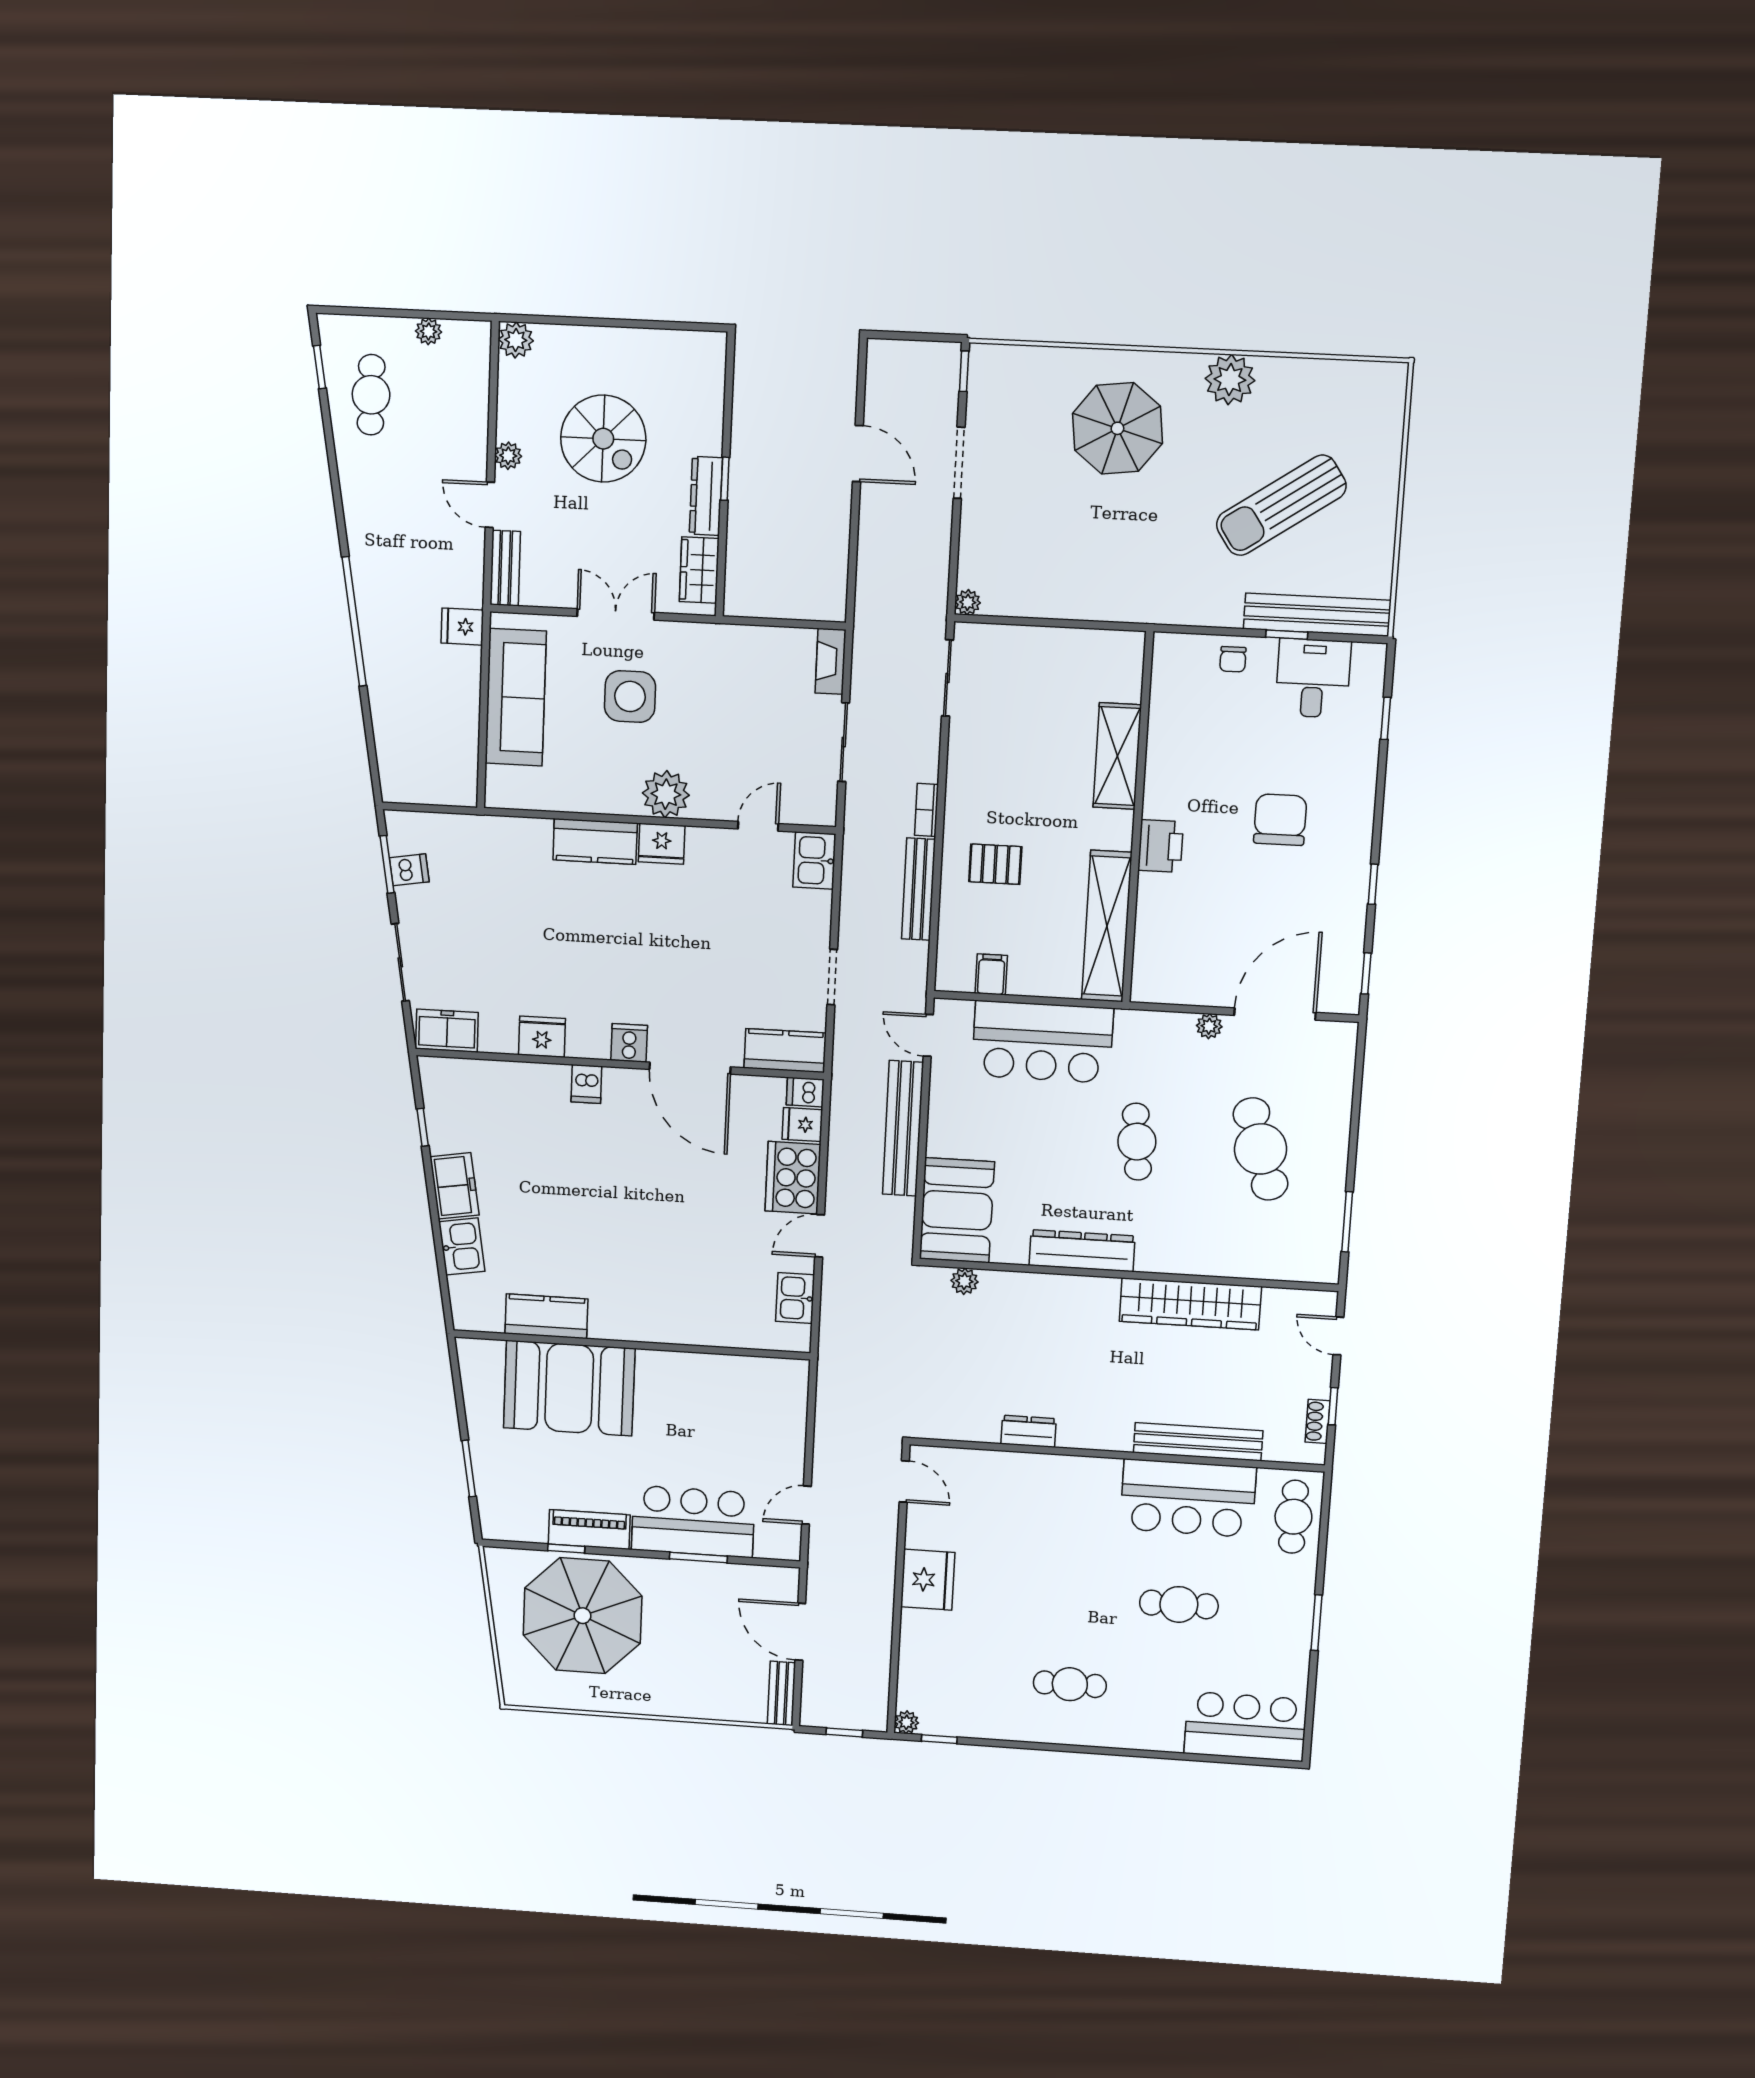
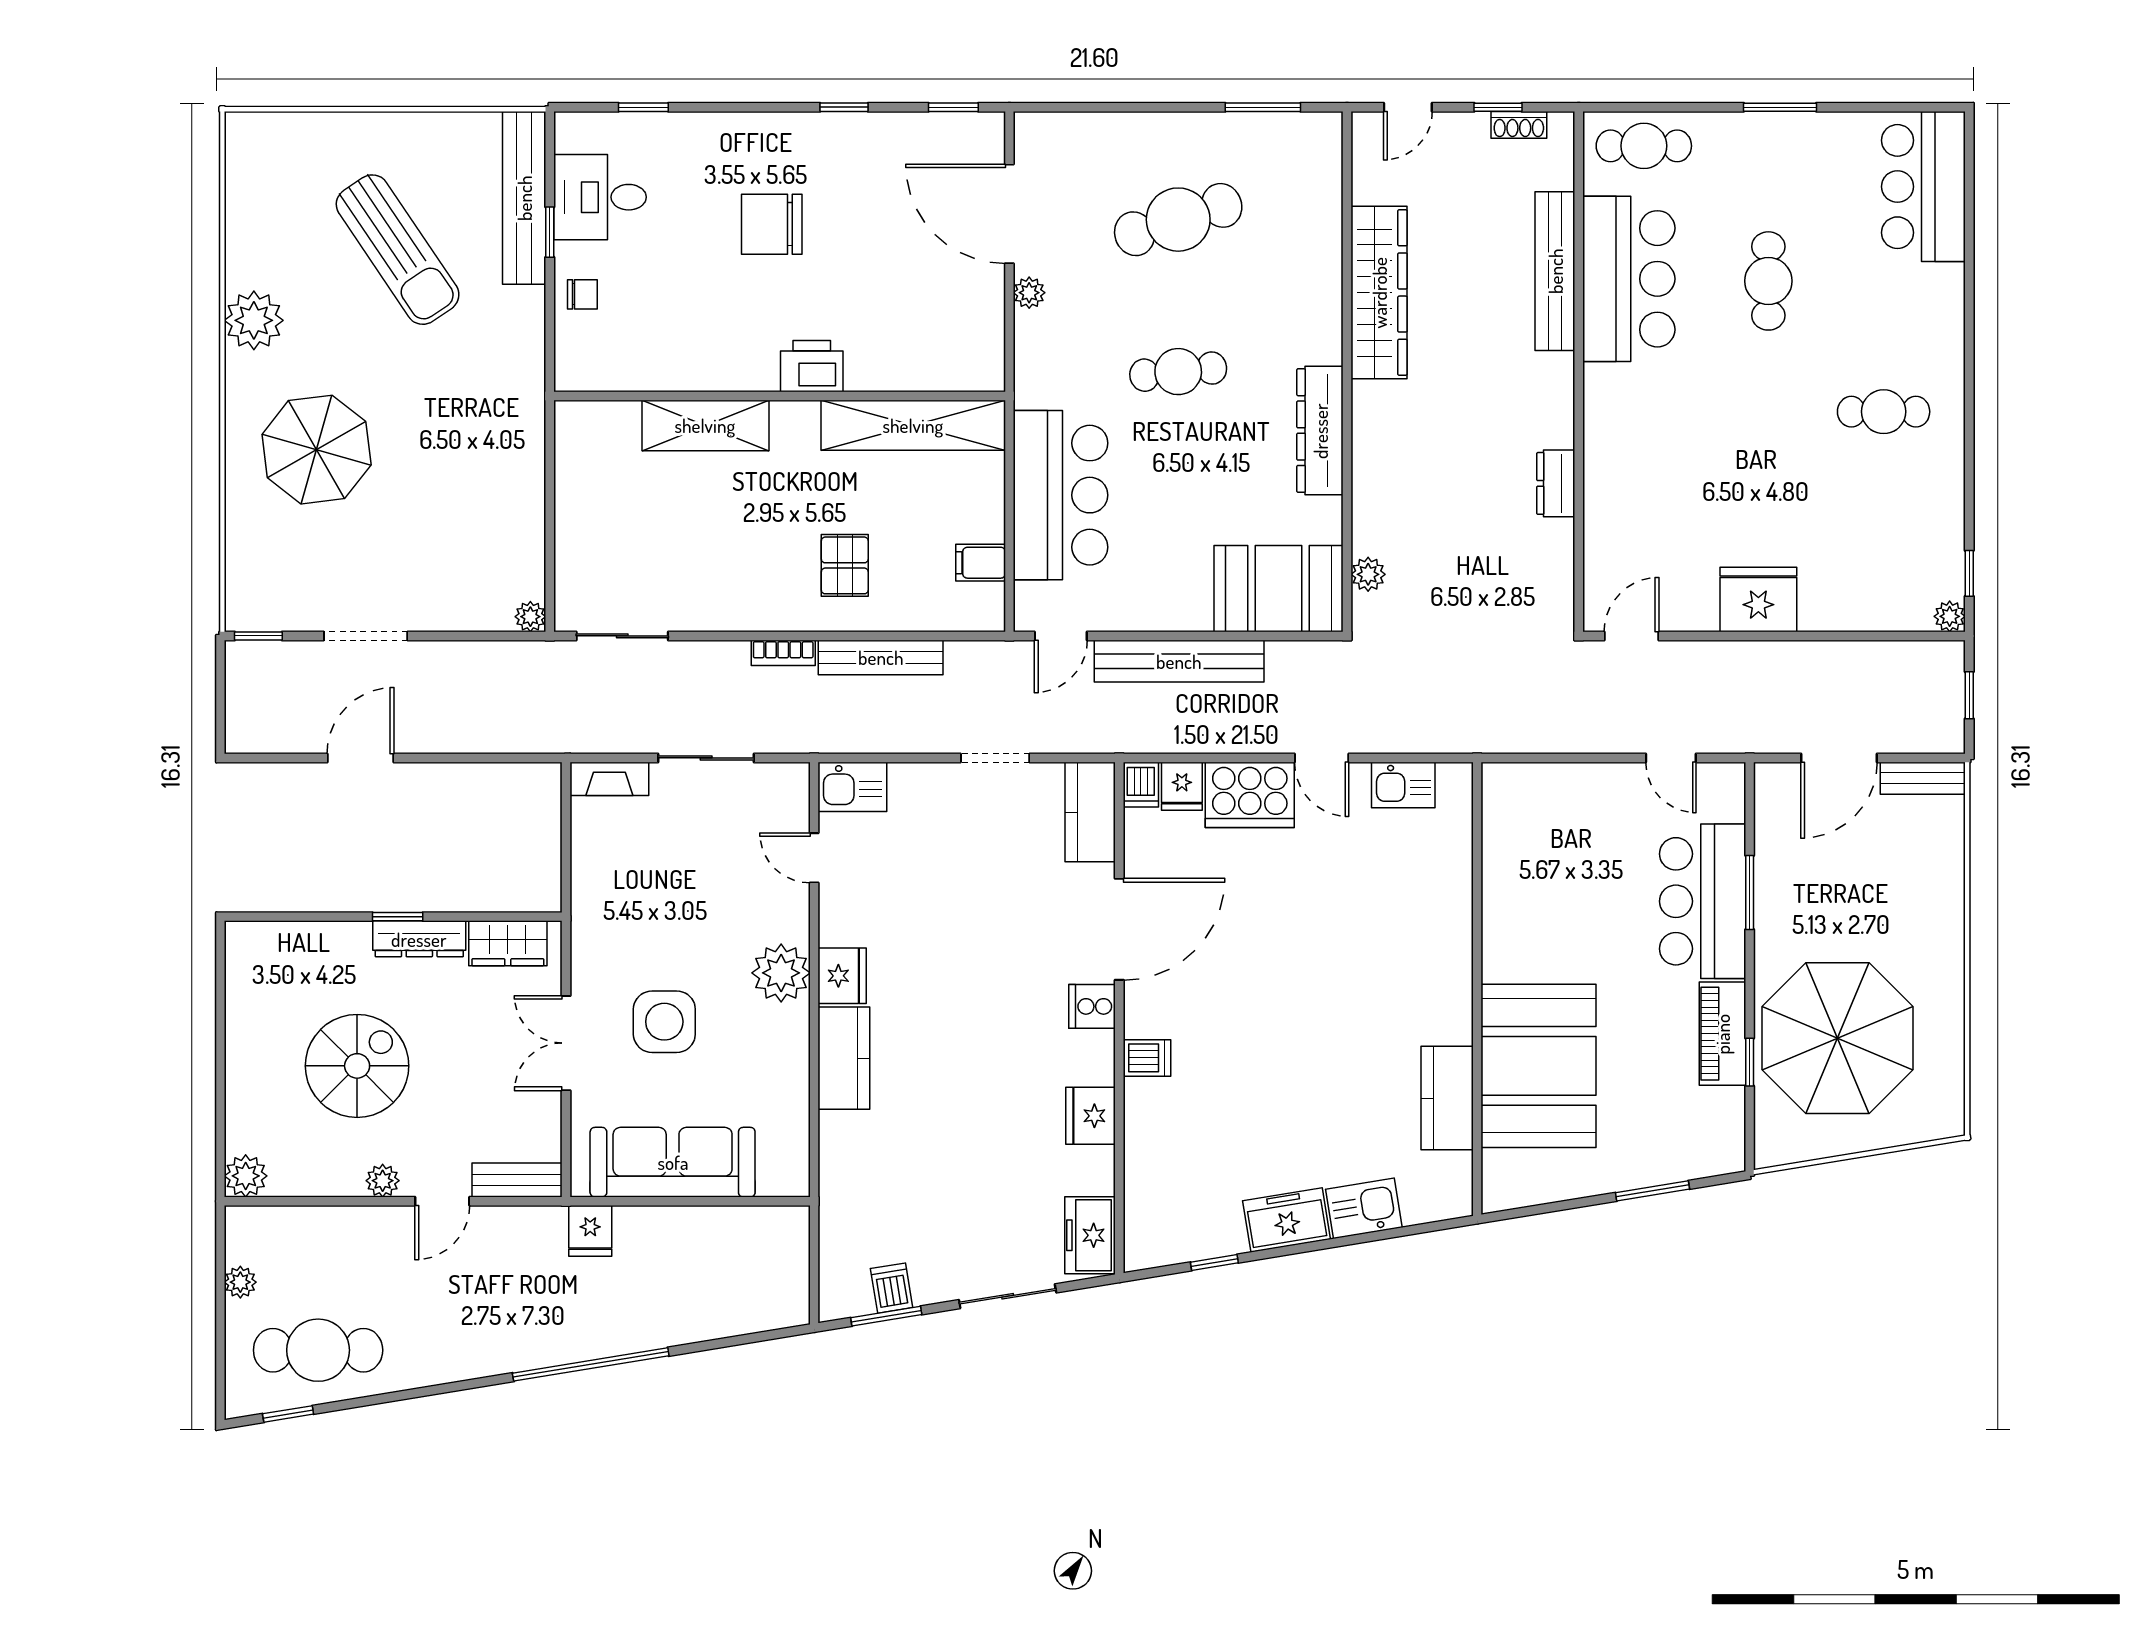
cafe table: (371, 395) -> (318, 1350), width x1.37, depth x1.35
cafe table: (1070, 1684) -> (1884, 412), turned 90

